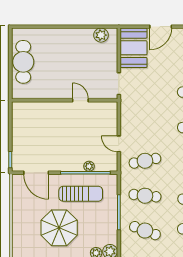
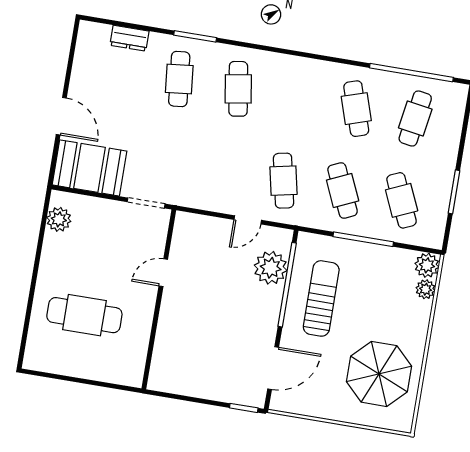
cafe table: (23, 62) -> (84, 315), moved
plant: (89, 166) -> (271, 268), width x1.87, depth x1.87
cafe table: (145, 196) -> (343, 190), turned -30
parasol: (59, 228) -> (379, 374), moved
cafe table: (145, 231) -> (402, 200), turned -45

